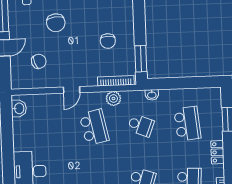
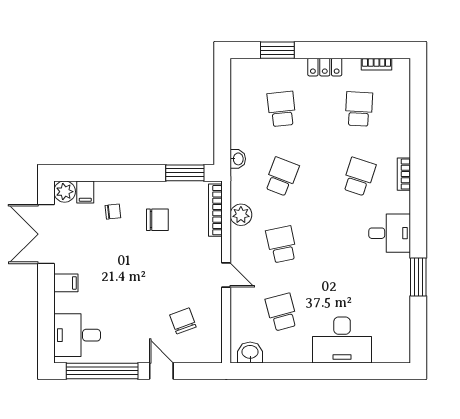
chair: (56, 23) -> (113, 212), moved, width x0.54, depth x0.54
school desk: (187, 124) -> (282, 109), width x0.54
school desk: (94, 127) -> (282, 244), width x0.54
school desk: (47, 129) -> (282, 312), added

